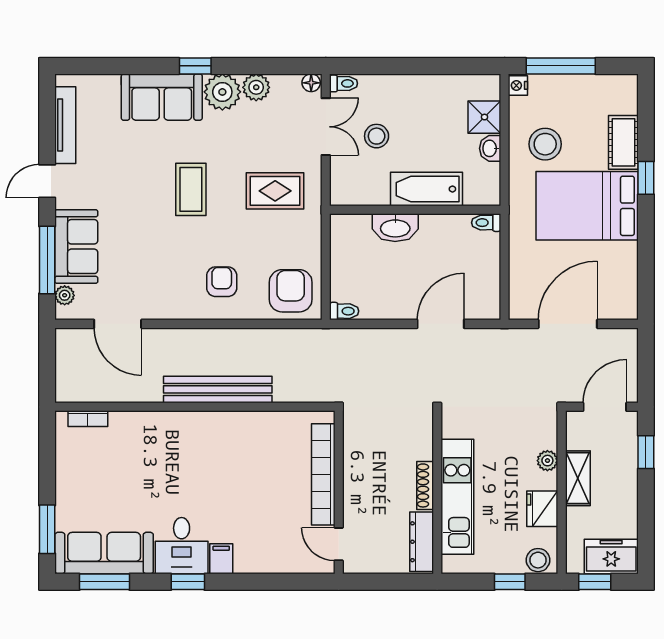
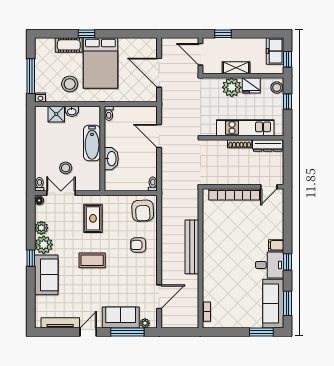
door: (47, 181) -> (88, 332), swing flipped
armchair: (291, 291) -> (143, 211), turned -93
plant: (547, 461) -> (232, 87), width x1.88, depth x1.88

